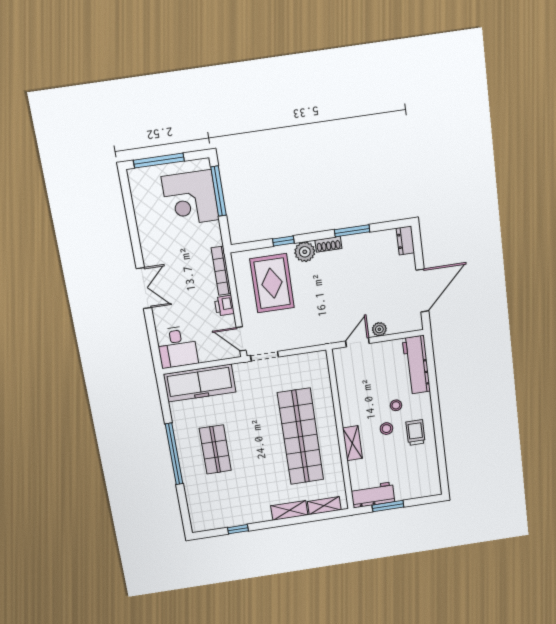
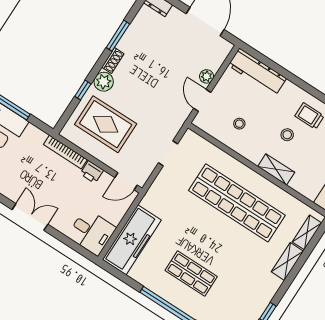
doorway: (264, 356) -> (168, 153), moved
stool: (396, 405) -> (239, 124), moved

